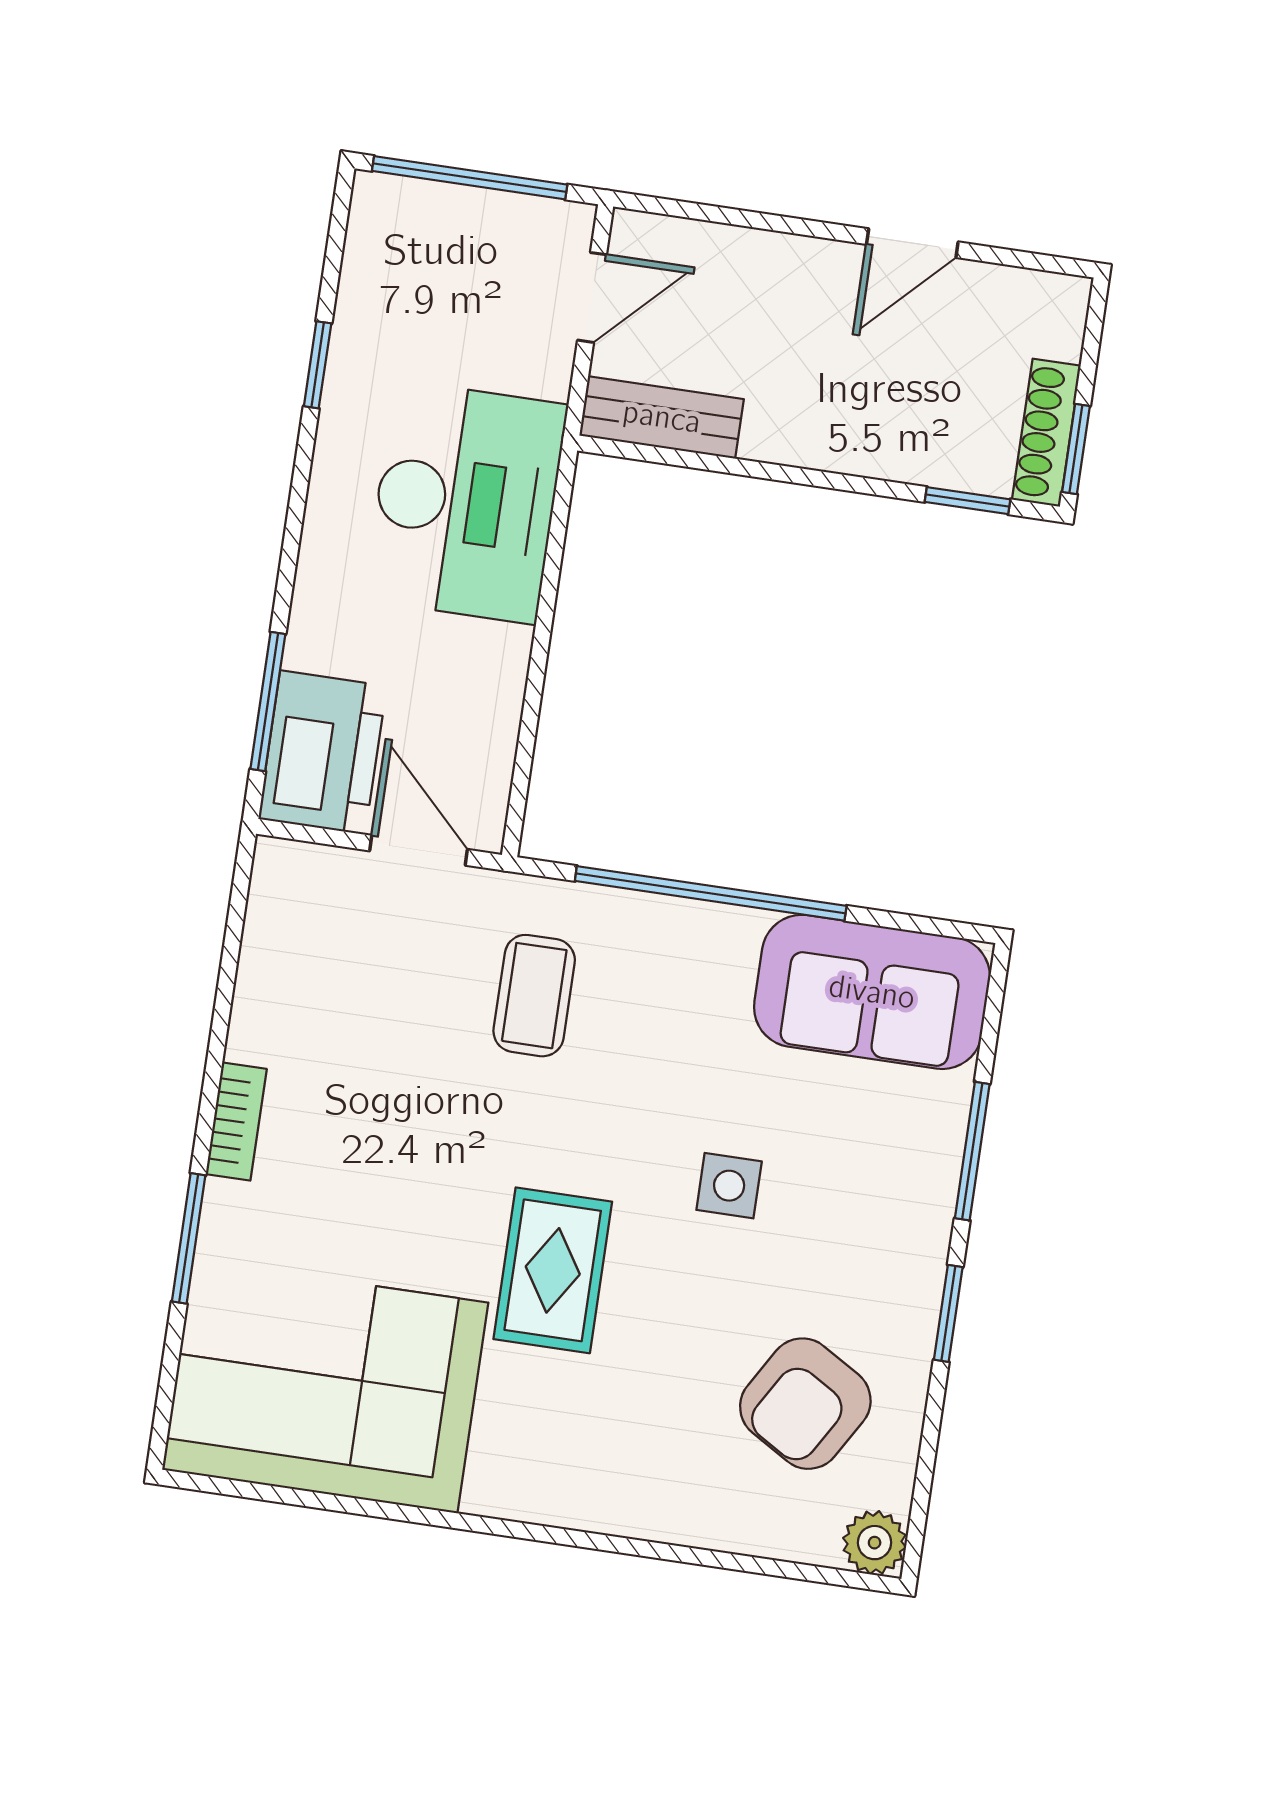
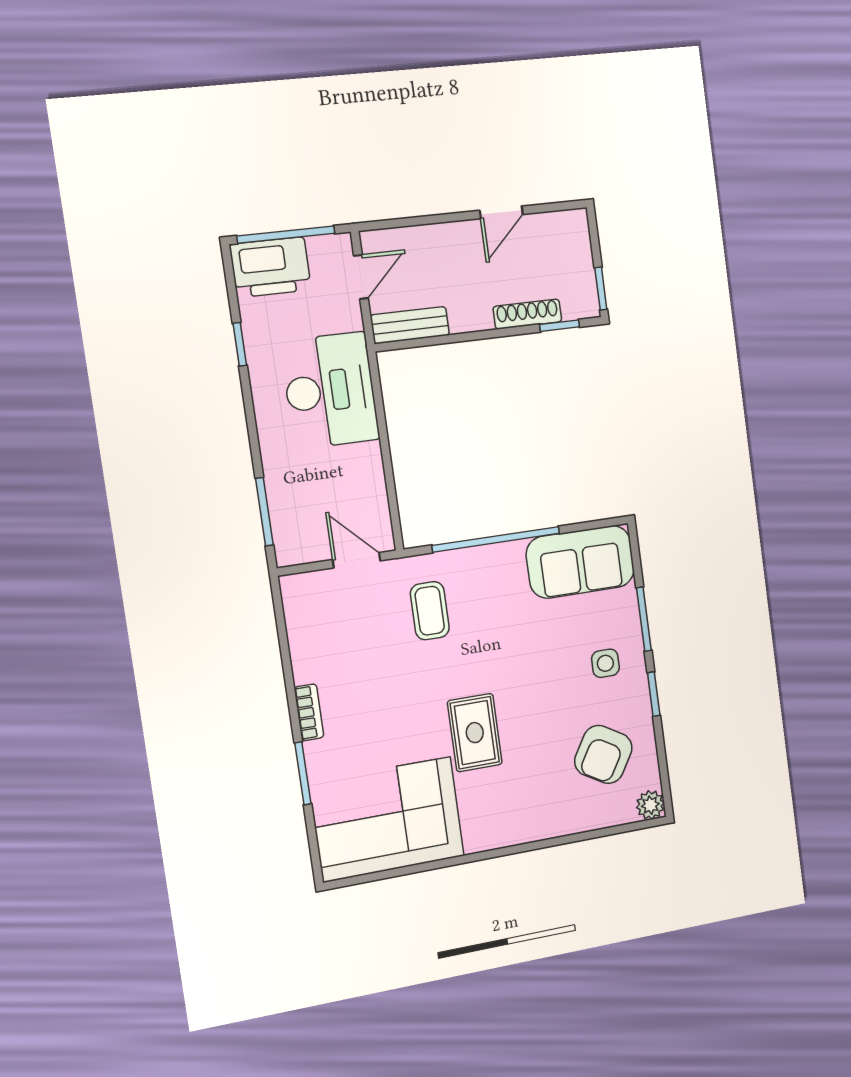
shoe rack: (1046, 433) -> (527, 314), moved, turned 90
printer: (323, 752) -> (270, 267), moved, turned 90
side table: (729, 1186) -> (605, 663), moved

